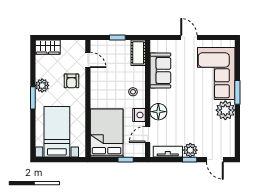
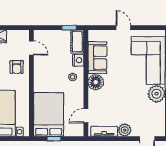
window: (117, 37) -> (69, 28), moved
floor lamp: (158, 112) -> (96, 82), moved
nightstand: (139, 115) -> (78, 60), moved
window: (126, 160) -> (54, 139), moved
window: (190, 160) -> (124, 139), removed

